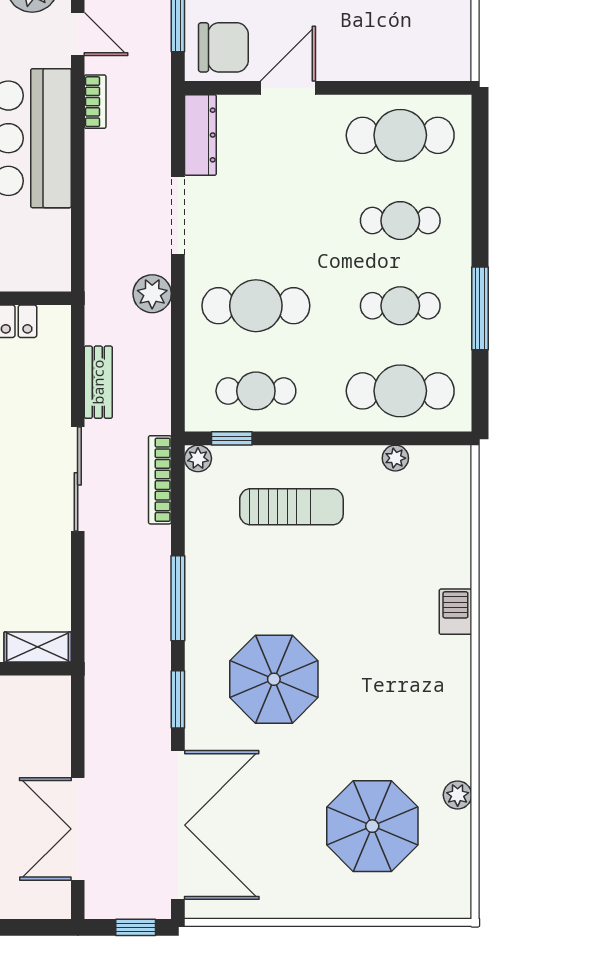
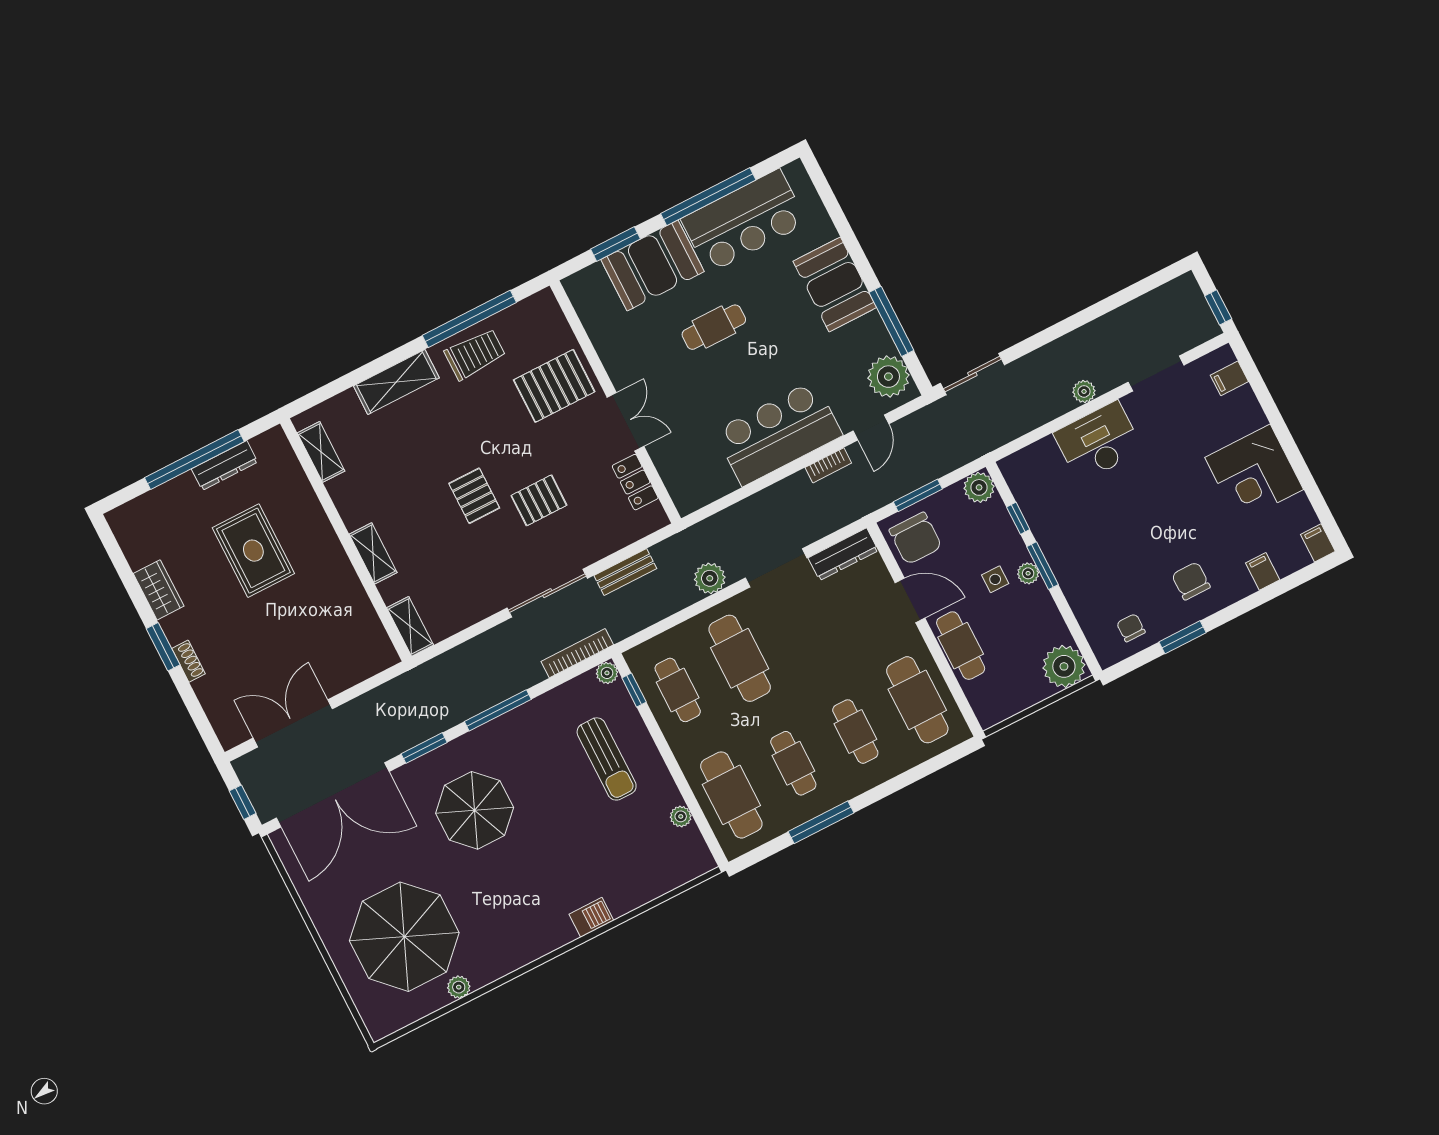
cafe table: (365, 58) -> (961, 646), added
parasol: (372, 826) -> (404, 937), width x1.36, depth x1.36

